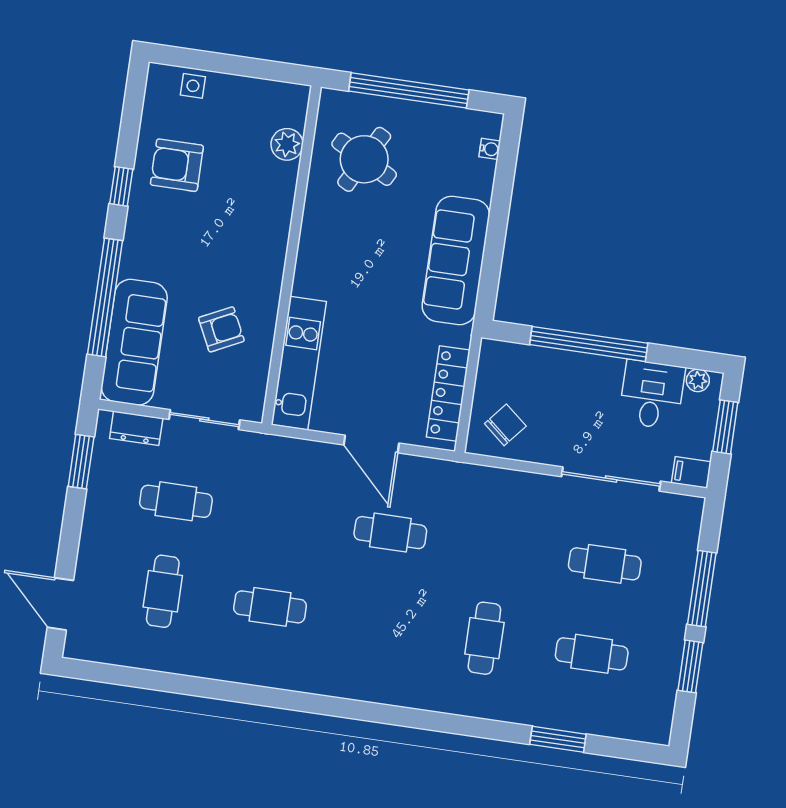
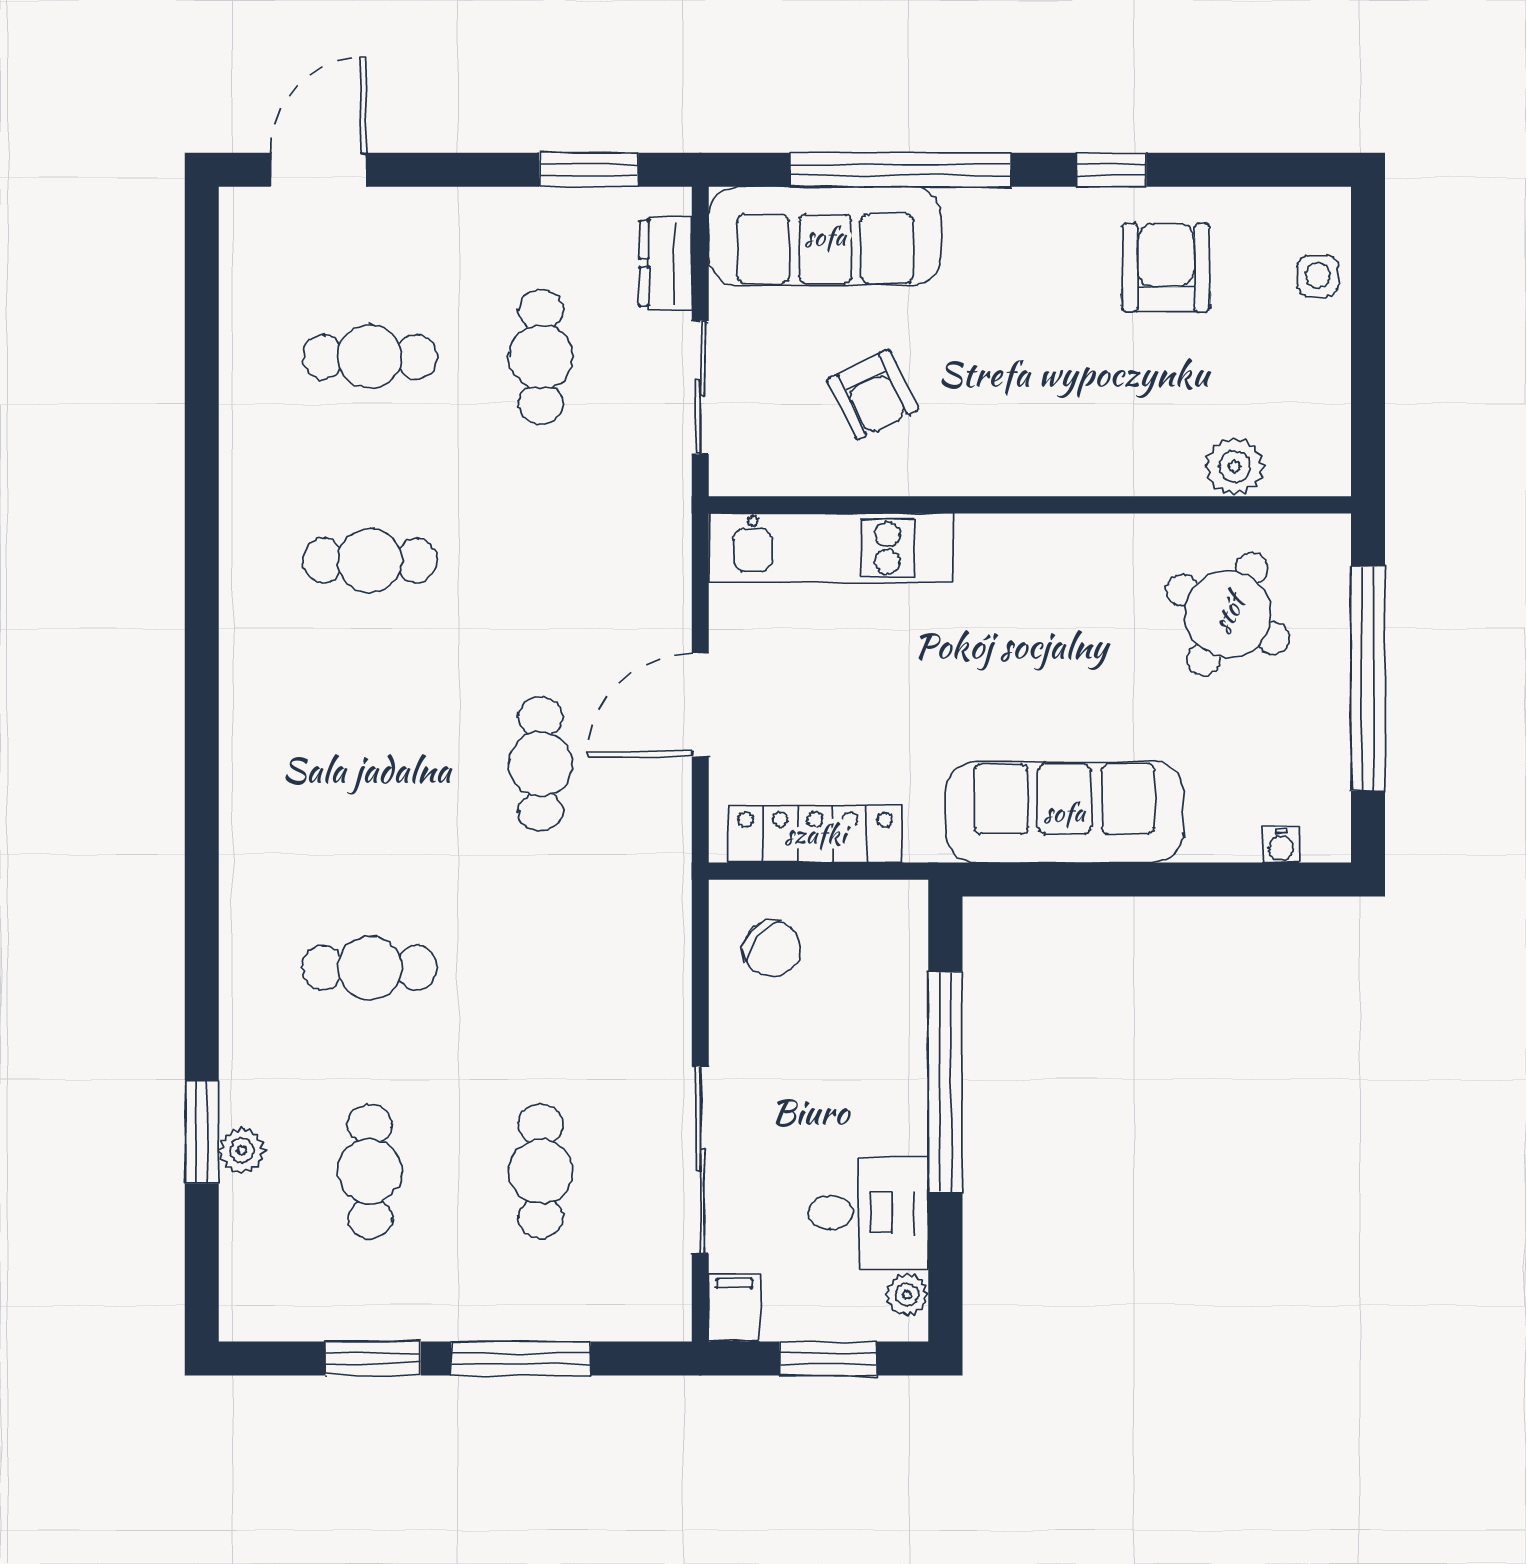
cafe table: (270, 607) -> (370, 560), turned 90
plant: (571, 720) -> (242, 1150), added

